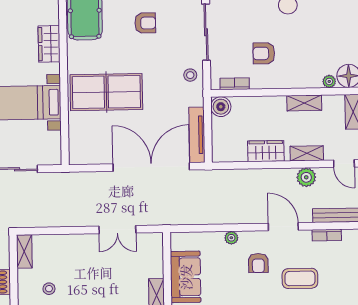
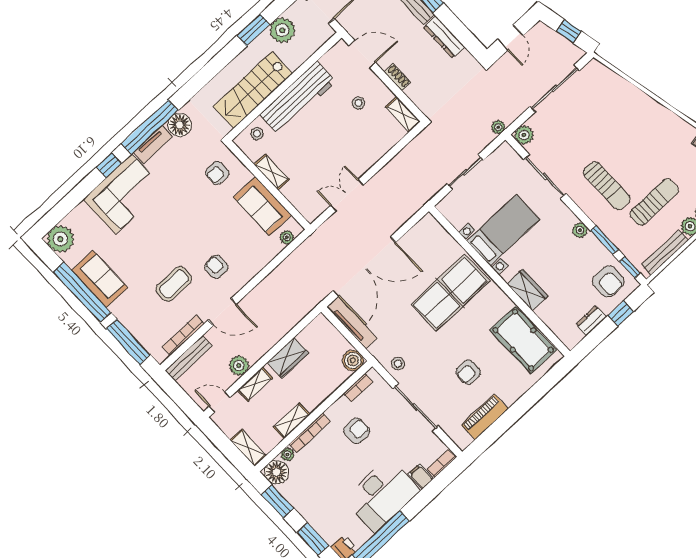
bookcase: (299, 83) -> (310, 433), added
bookcase: (327, 235) -> (183, 335), width x1.56
plant: (231, 238) -> (287, 237), moved

